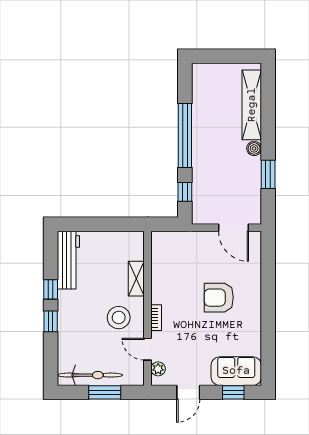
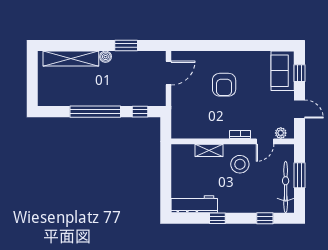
window: (51, 321) -> (265, 218), moved

